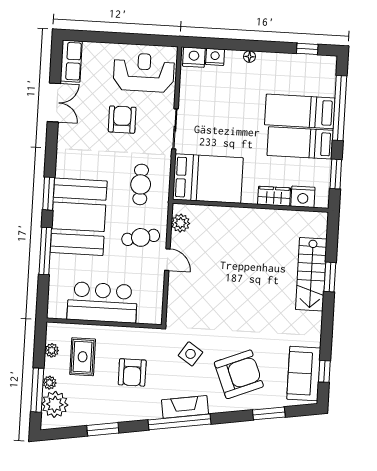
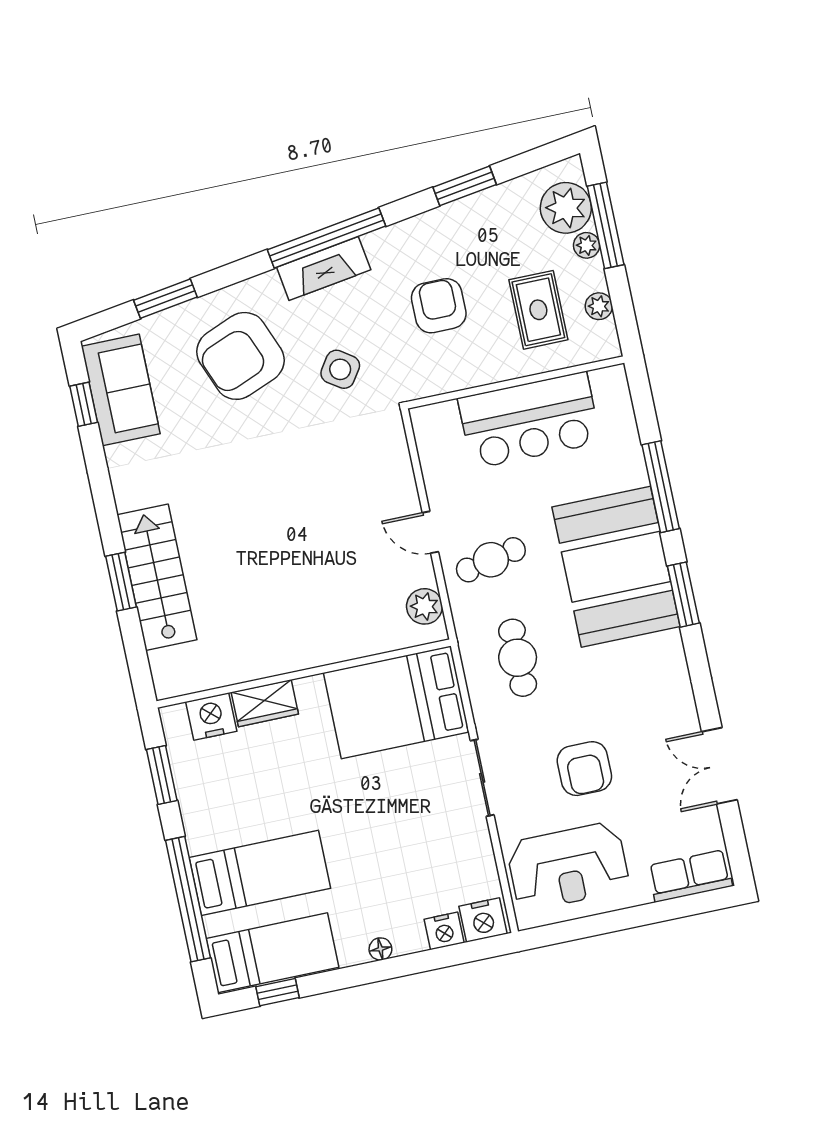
row of seats: (71, 61) -> (690, 876), moved, turned 90
bed: (300, 143) -> (273, 953), moved

